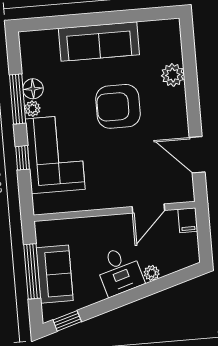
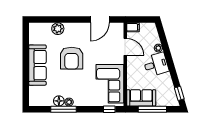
corner sofa: (55, 154) -> (110, 84), moved, turned -90
window: (23, 158) -> (109, 109), moved
sofa: (55, 274) -> (141, 98), moved

